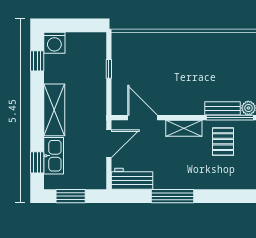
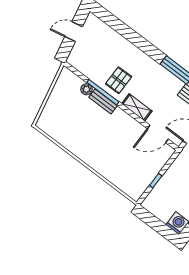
door: (143, 118) -> (158, 134), hinge flipped

